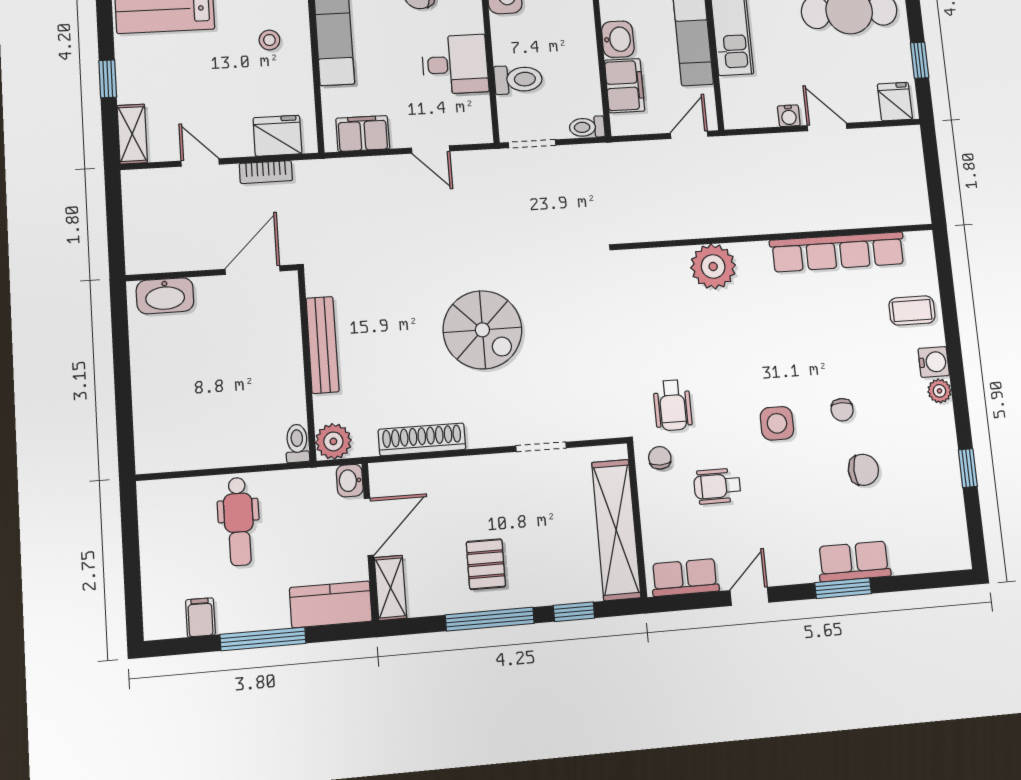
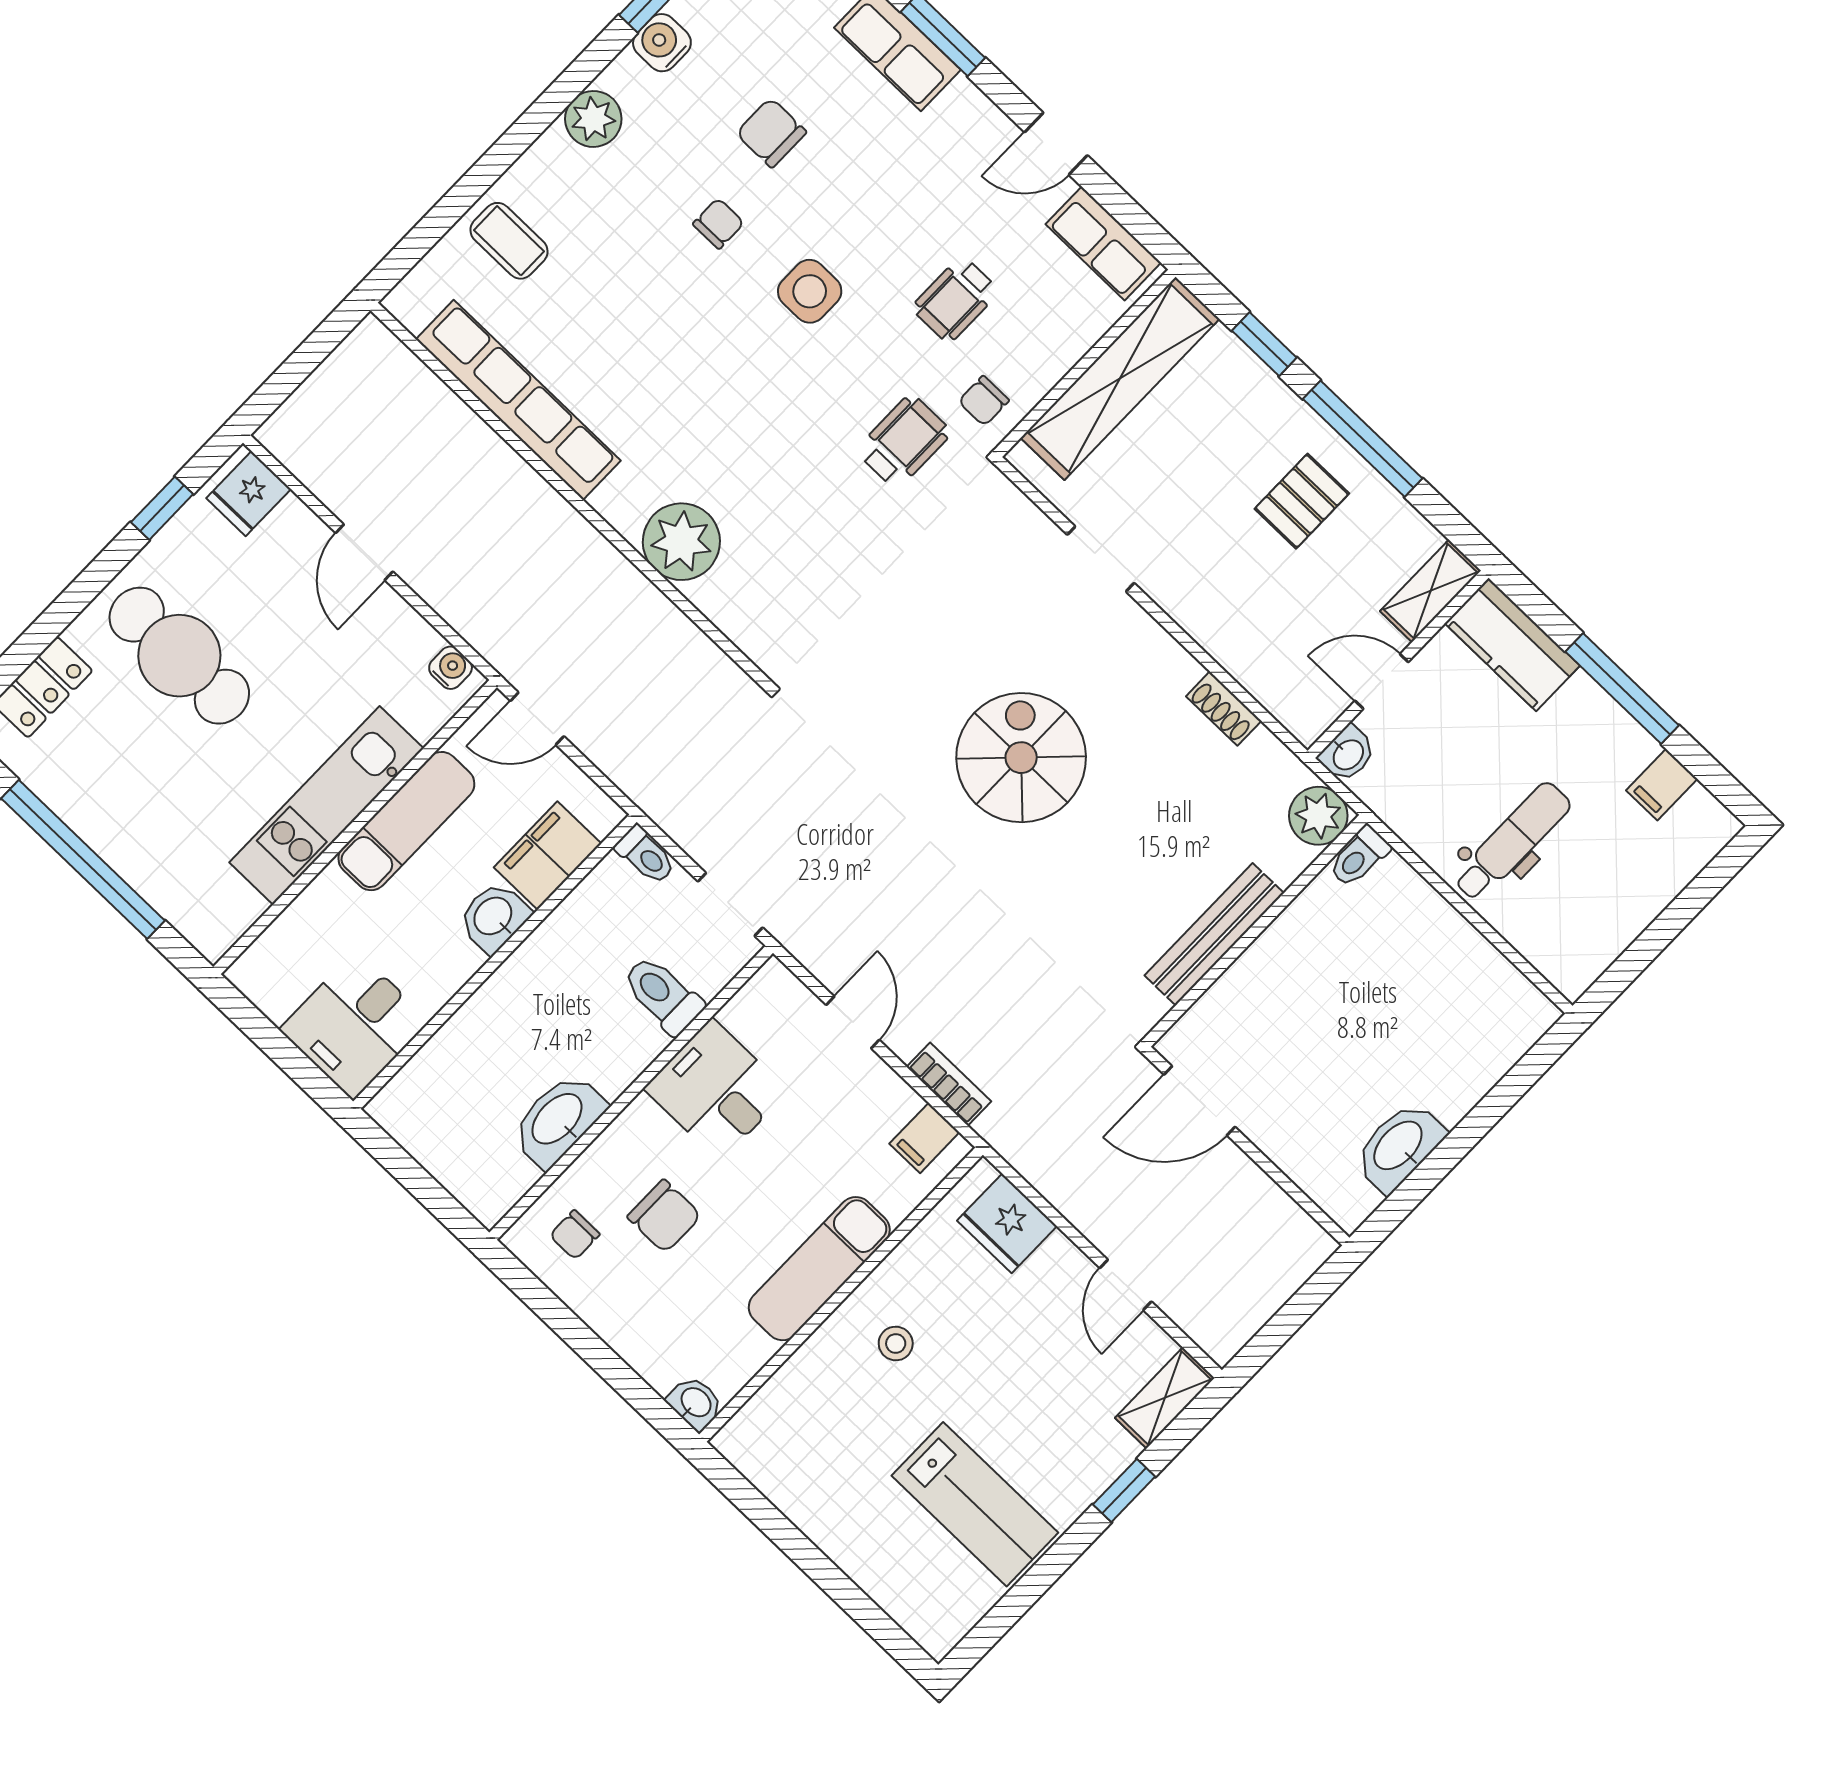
water cooler: (789, 116) -> (451, 668), moved
filing cabinet: (363, 134) -> (924, 1138), width x0.50
bookcase: (266, 172) -> (949, 1084), moved
washbasin: (165, 296) -> (1399, 1147), moved, turned -90
water cooler: (934, 362) -> (662, 43), moved
plant: (939, 391) -> (593, 119), width x1.38, depth x1.38
shoe rack: (422, 439) -> (1224, 709), width x0.51, depth x0.81
wheelchair: (717, 486) -> (955, 299), turned 90
door: (369, 527) -> (1382, 681), width x0.73

